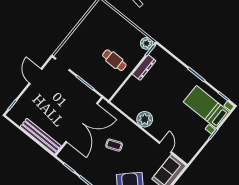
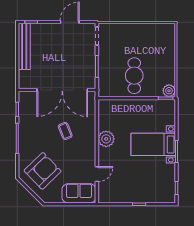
cafe table: (114, 60) -> (134, 76), width x1.37, depth x1.35
dresser: (144, 67) -> (148, 105), removed
bed with nightstands: (206, 107) -> (153, 144), moved, turned -90
bench: (41, 136) -> (24, 46), moved

